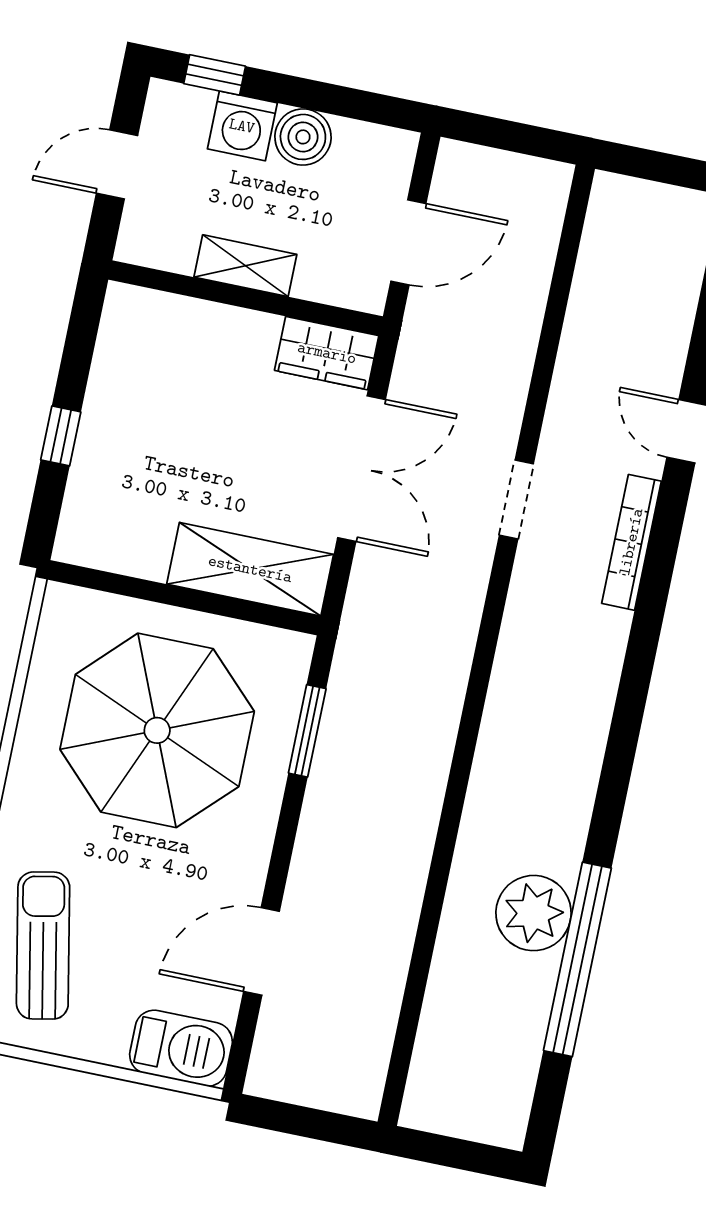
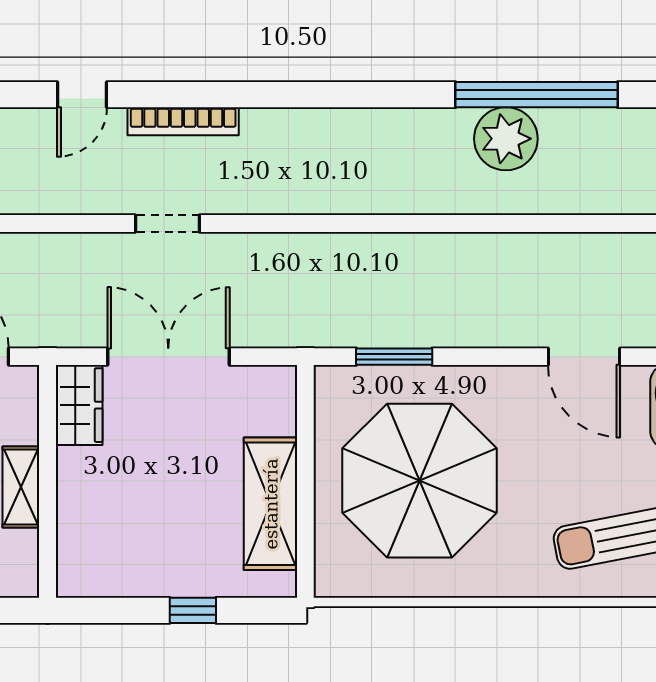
shelving: (250, 569) -> (271, 504), moved

